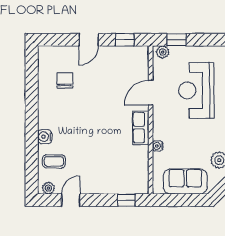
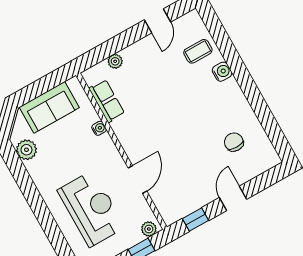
chair: (65, 80) -> (234, 142), turned 180
row of seats: (141, 128) -> (107, 101), moved
plant: (48, 188) -> (115, 61), moved
window: (126, 200) -> (100, 53), removed

